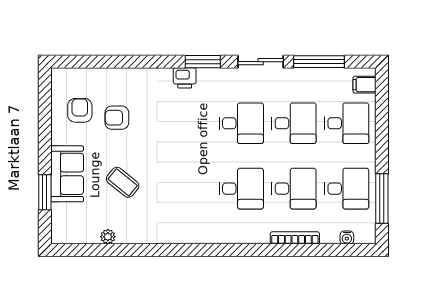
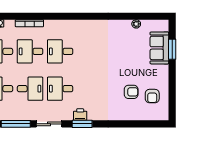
printer: (185, 78) -> (80, 115), moved
desk: (294, 123) -> (30, 89), turned 180
sofa: (67, 174) -> (159, 48), moved
coffee table: (123, 182) -> (128, 55), removed

